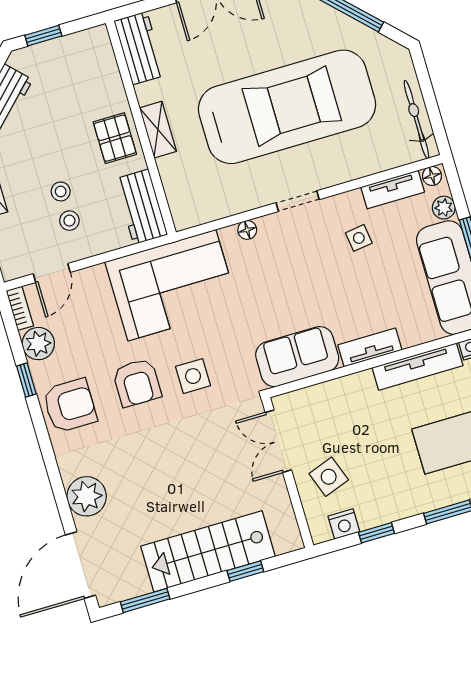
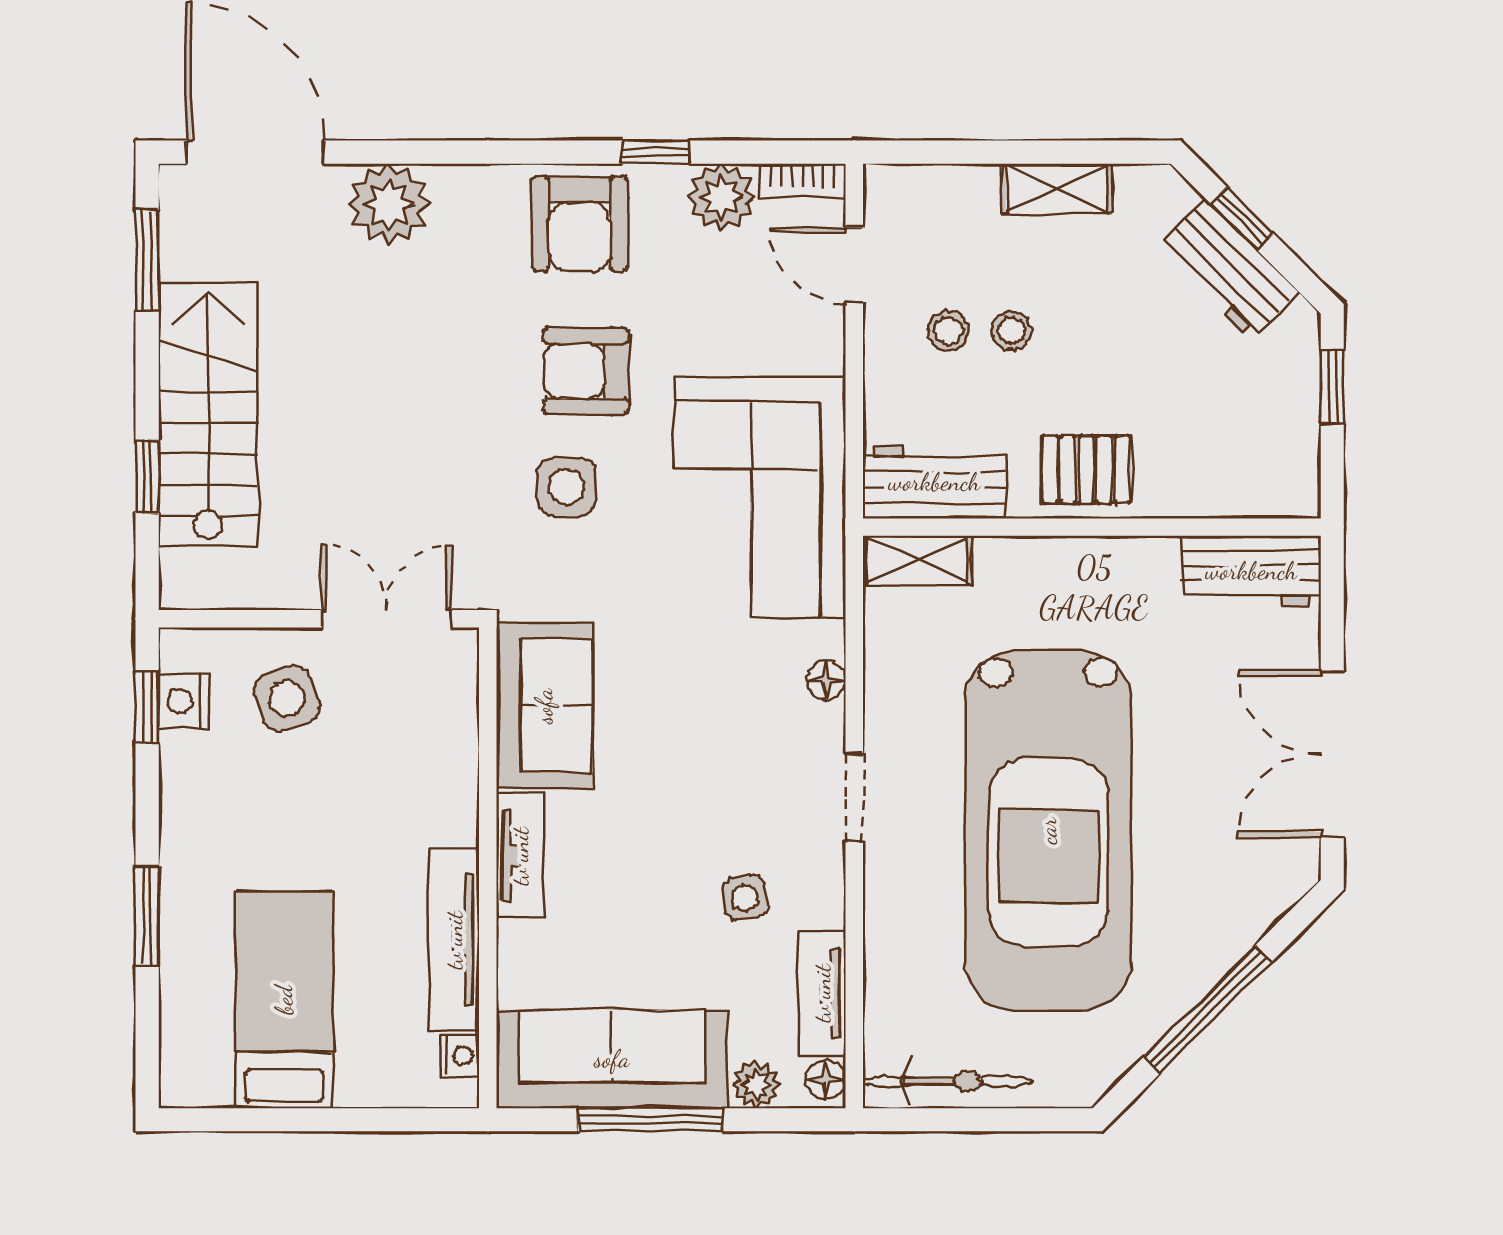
shelving: (158, 130) -> (917, 560), moved
window: (376, 533) -> (147, 707), moved

